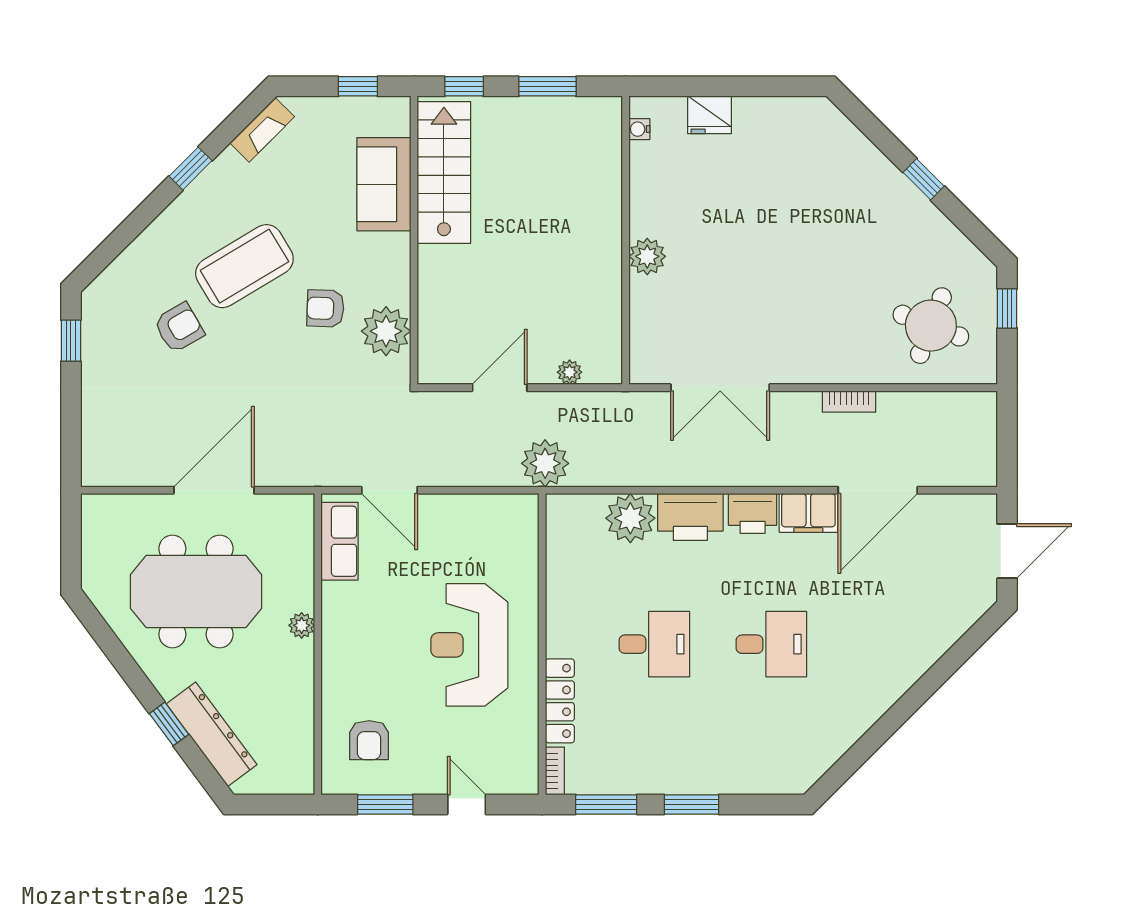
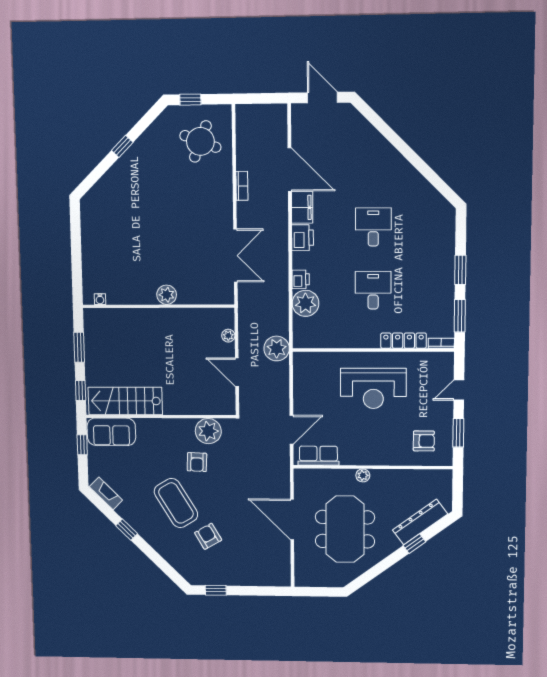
fridge: (709, 115) -> (91, 262), removed
sofa: (384, 184) -> (111, 432), moved
printer: (690, 517) -> (301, 279), width x0.53, depth x0.68

